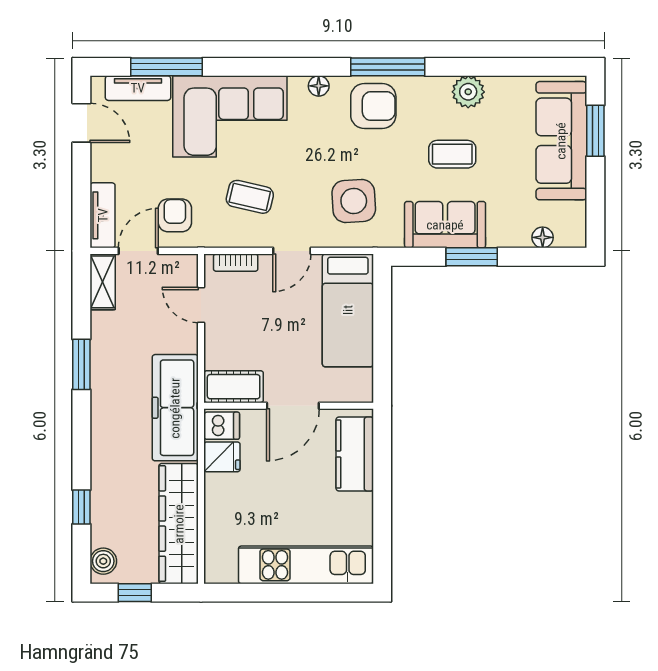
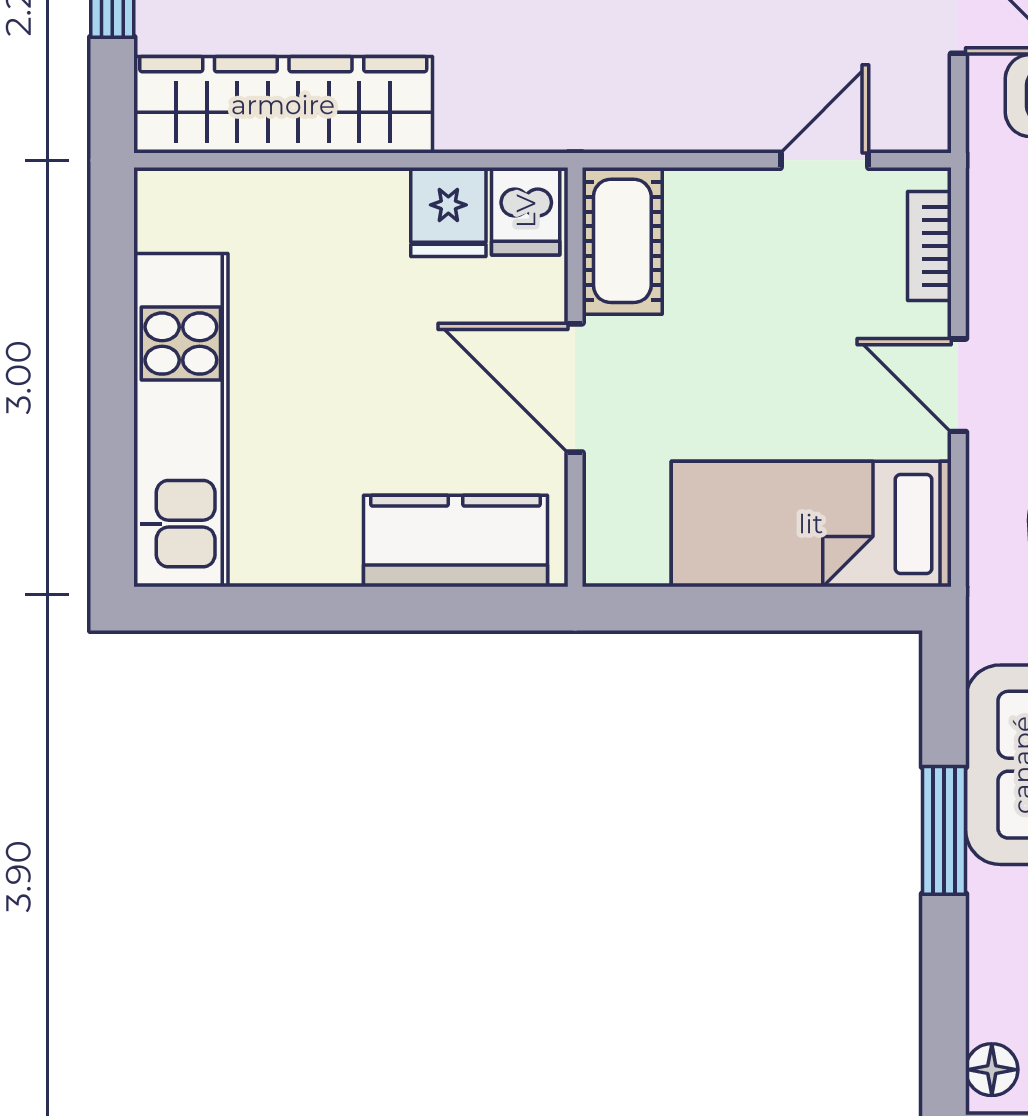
floor lamp: (543, 237) -> (992, 1070), moved
freezer: (175, 408) -> (570, 96), removed

